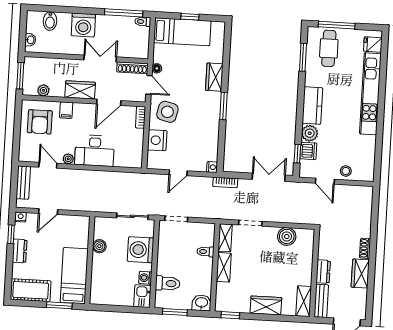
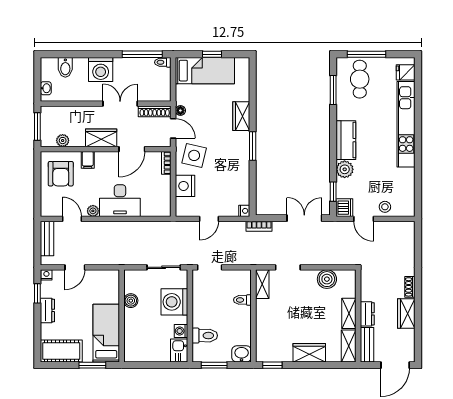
dishwasher: (308, 151) -> (344, 208), moved
shelving: (224, 267) -> (349, 313), moved

